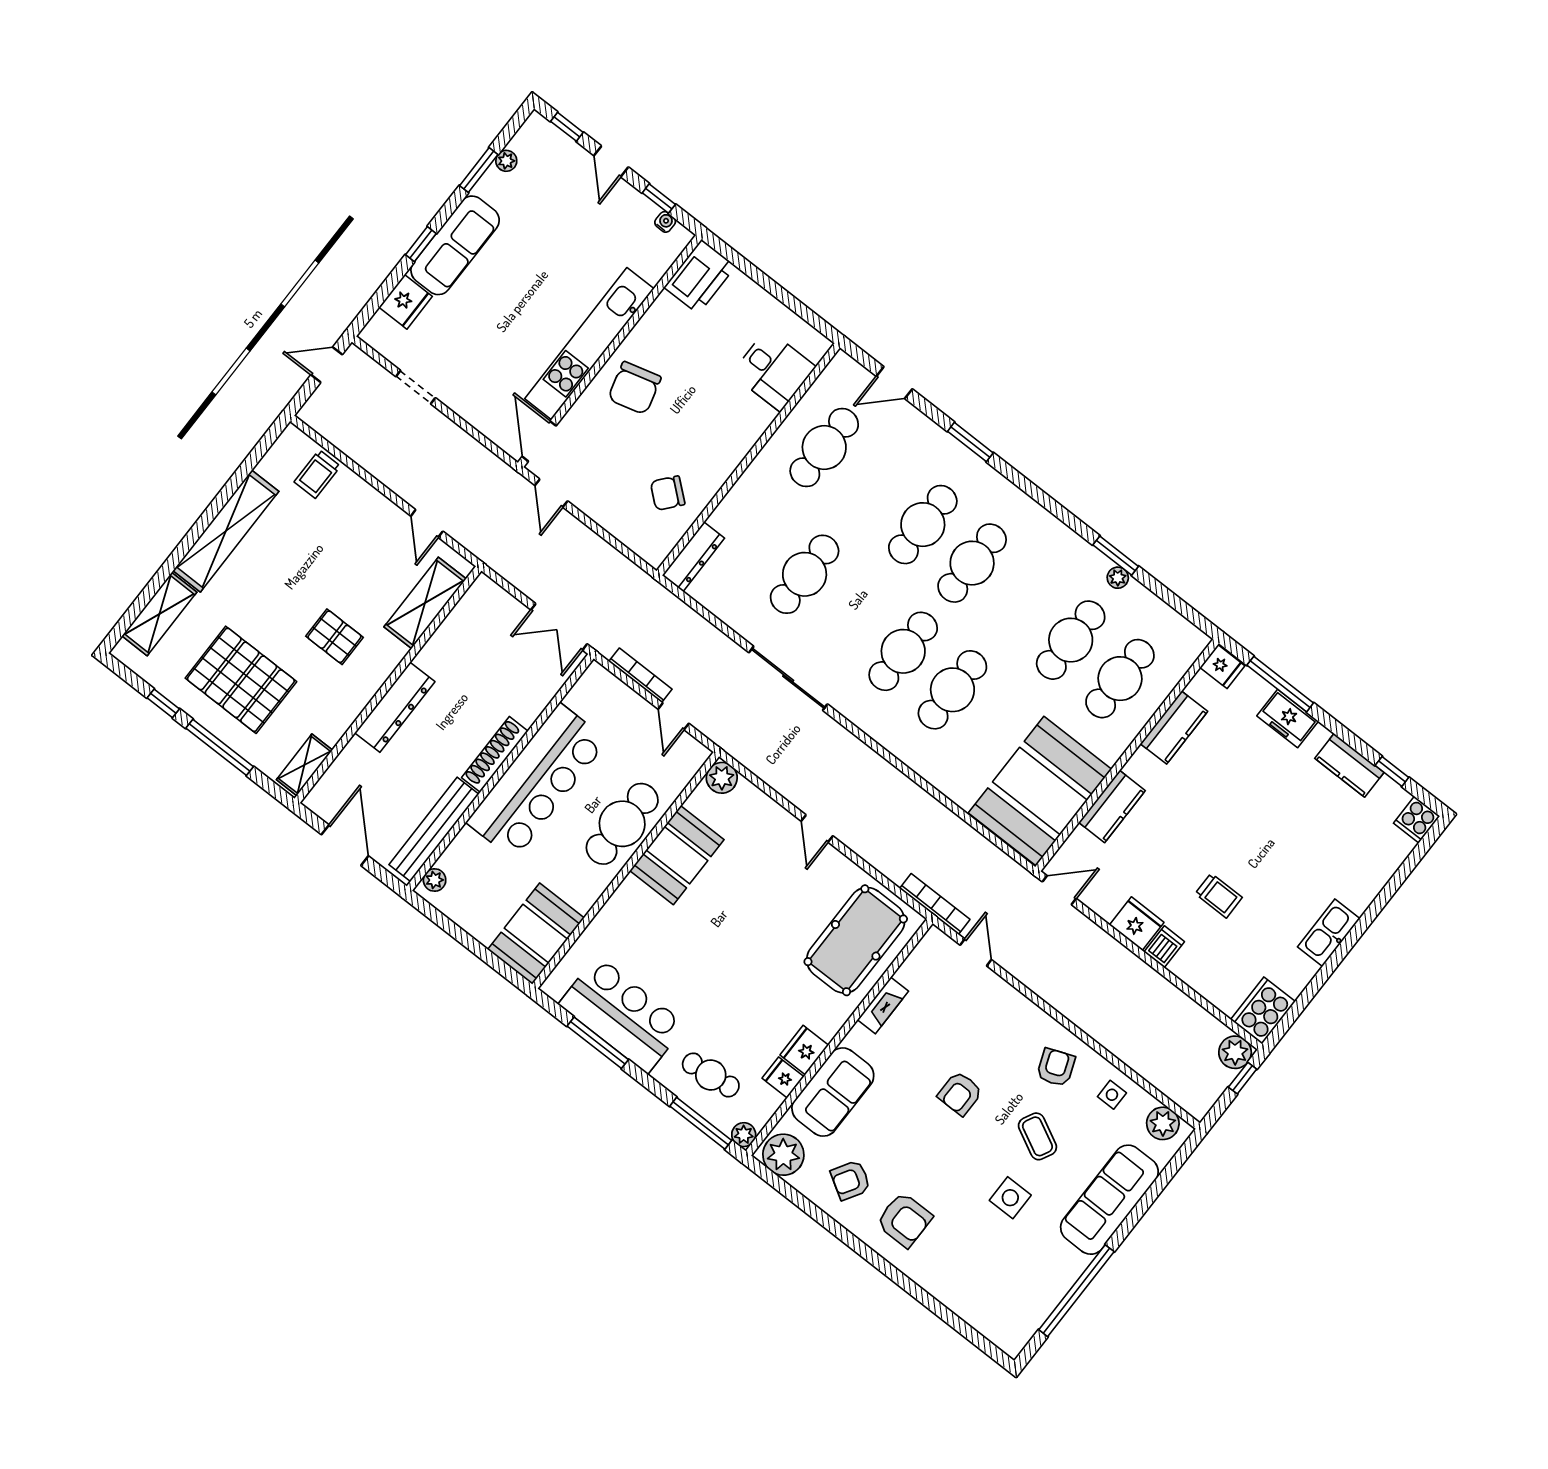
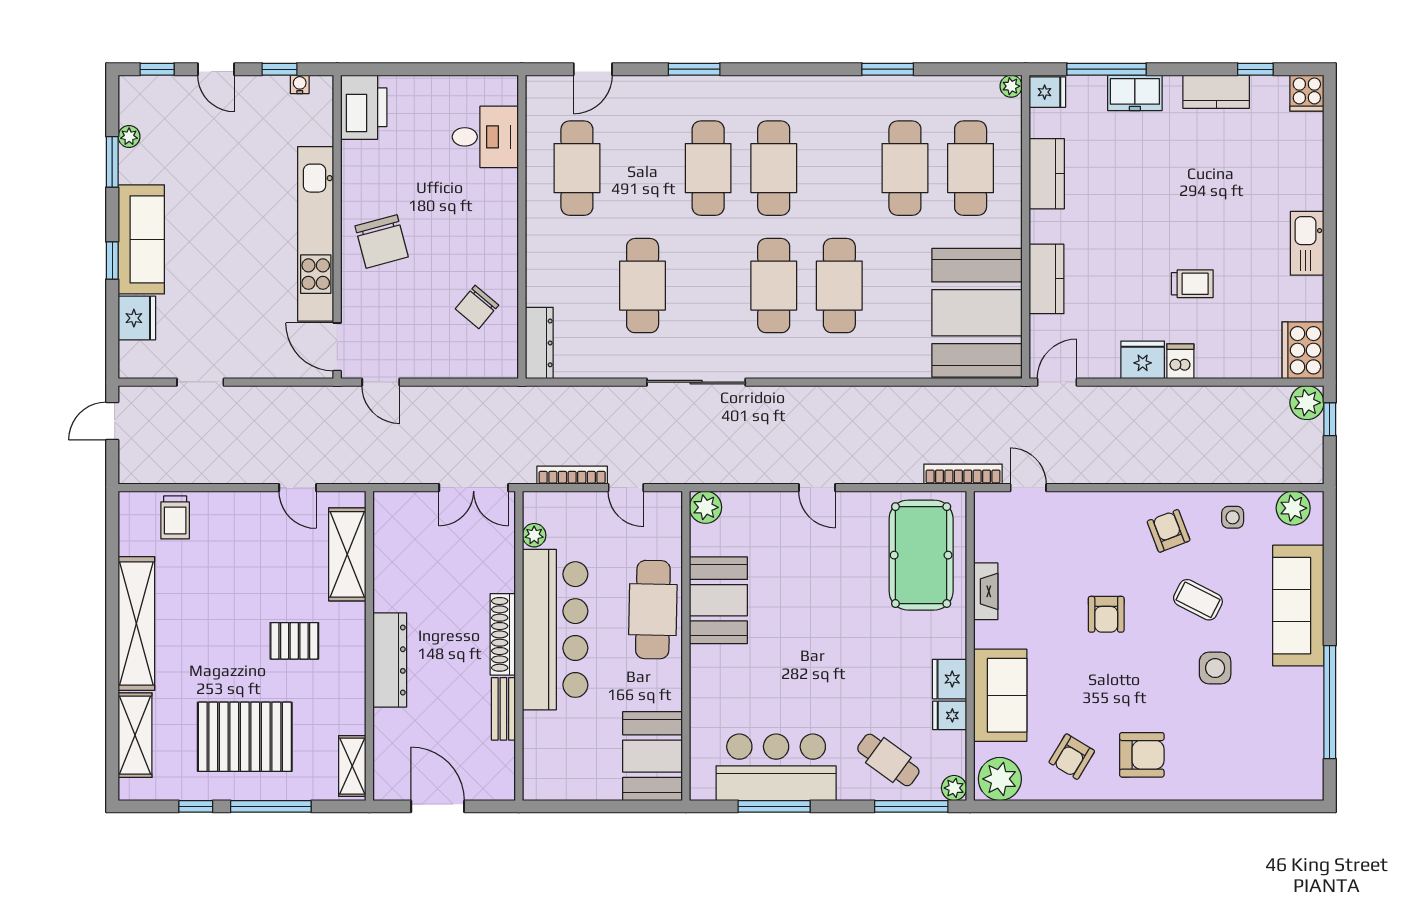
plant: (1118, 578) -> (1011, 86), moved
bench: (434, 829) -> (503, 709), width x0.54, depth x0.82
plant: (435, 880) -> (534, 535), moved
cafe table: (711, 1075) -> (888, 760), turned 42

